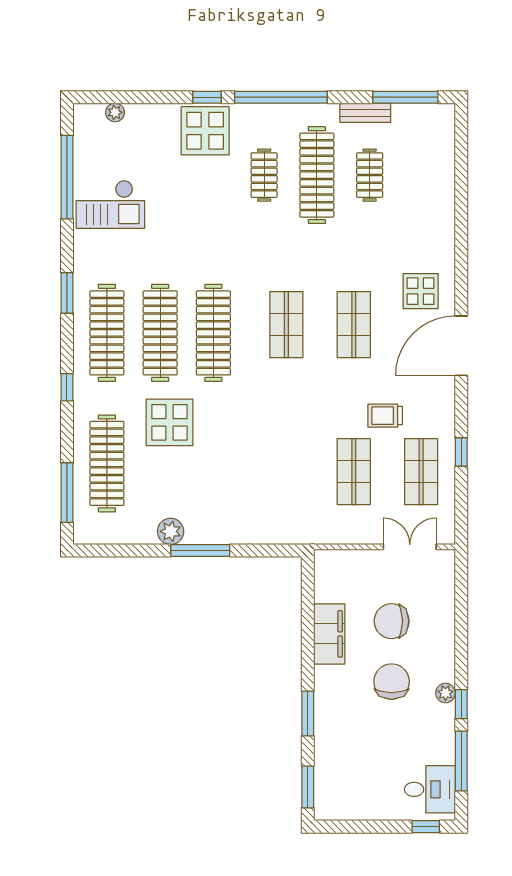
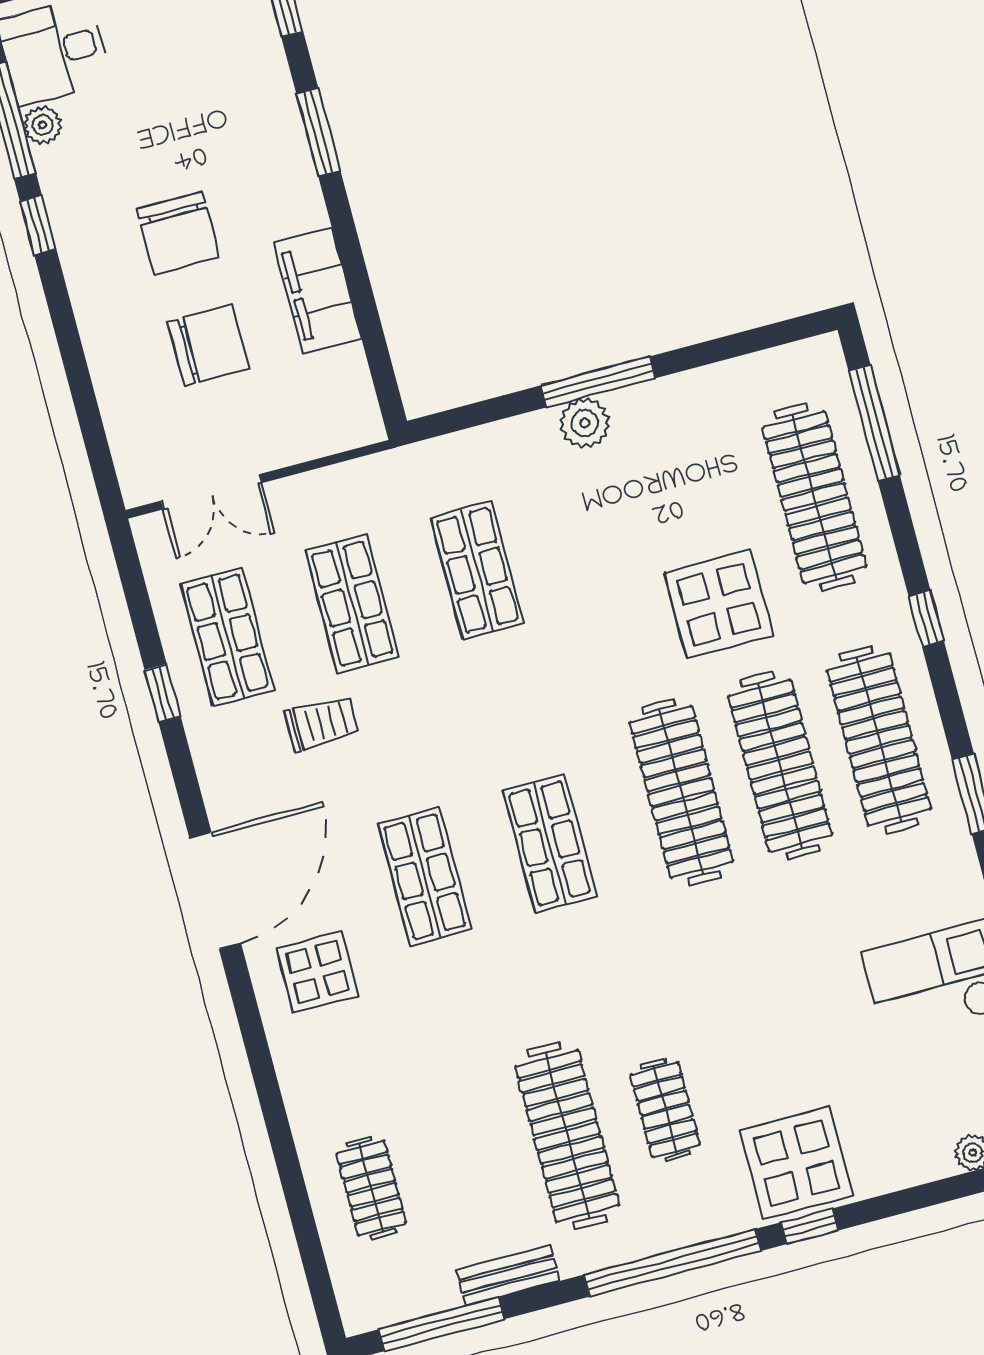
clothes rail: (370, 175) -> (371, 1188), moved
shop shelf: (286, 472) -> (477, 570), added
plant: (171, 531) -> (585, 423), moved
plant: (445, 693) -> (43, 125), moved

